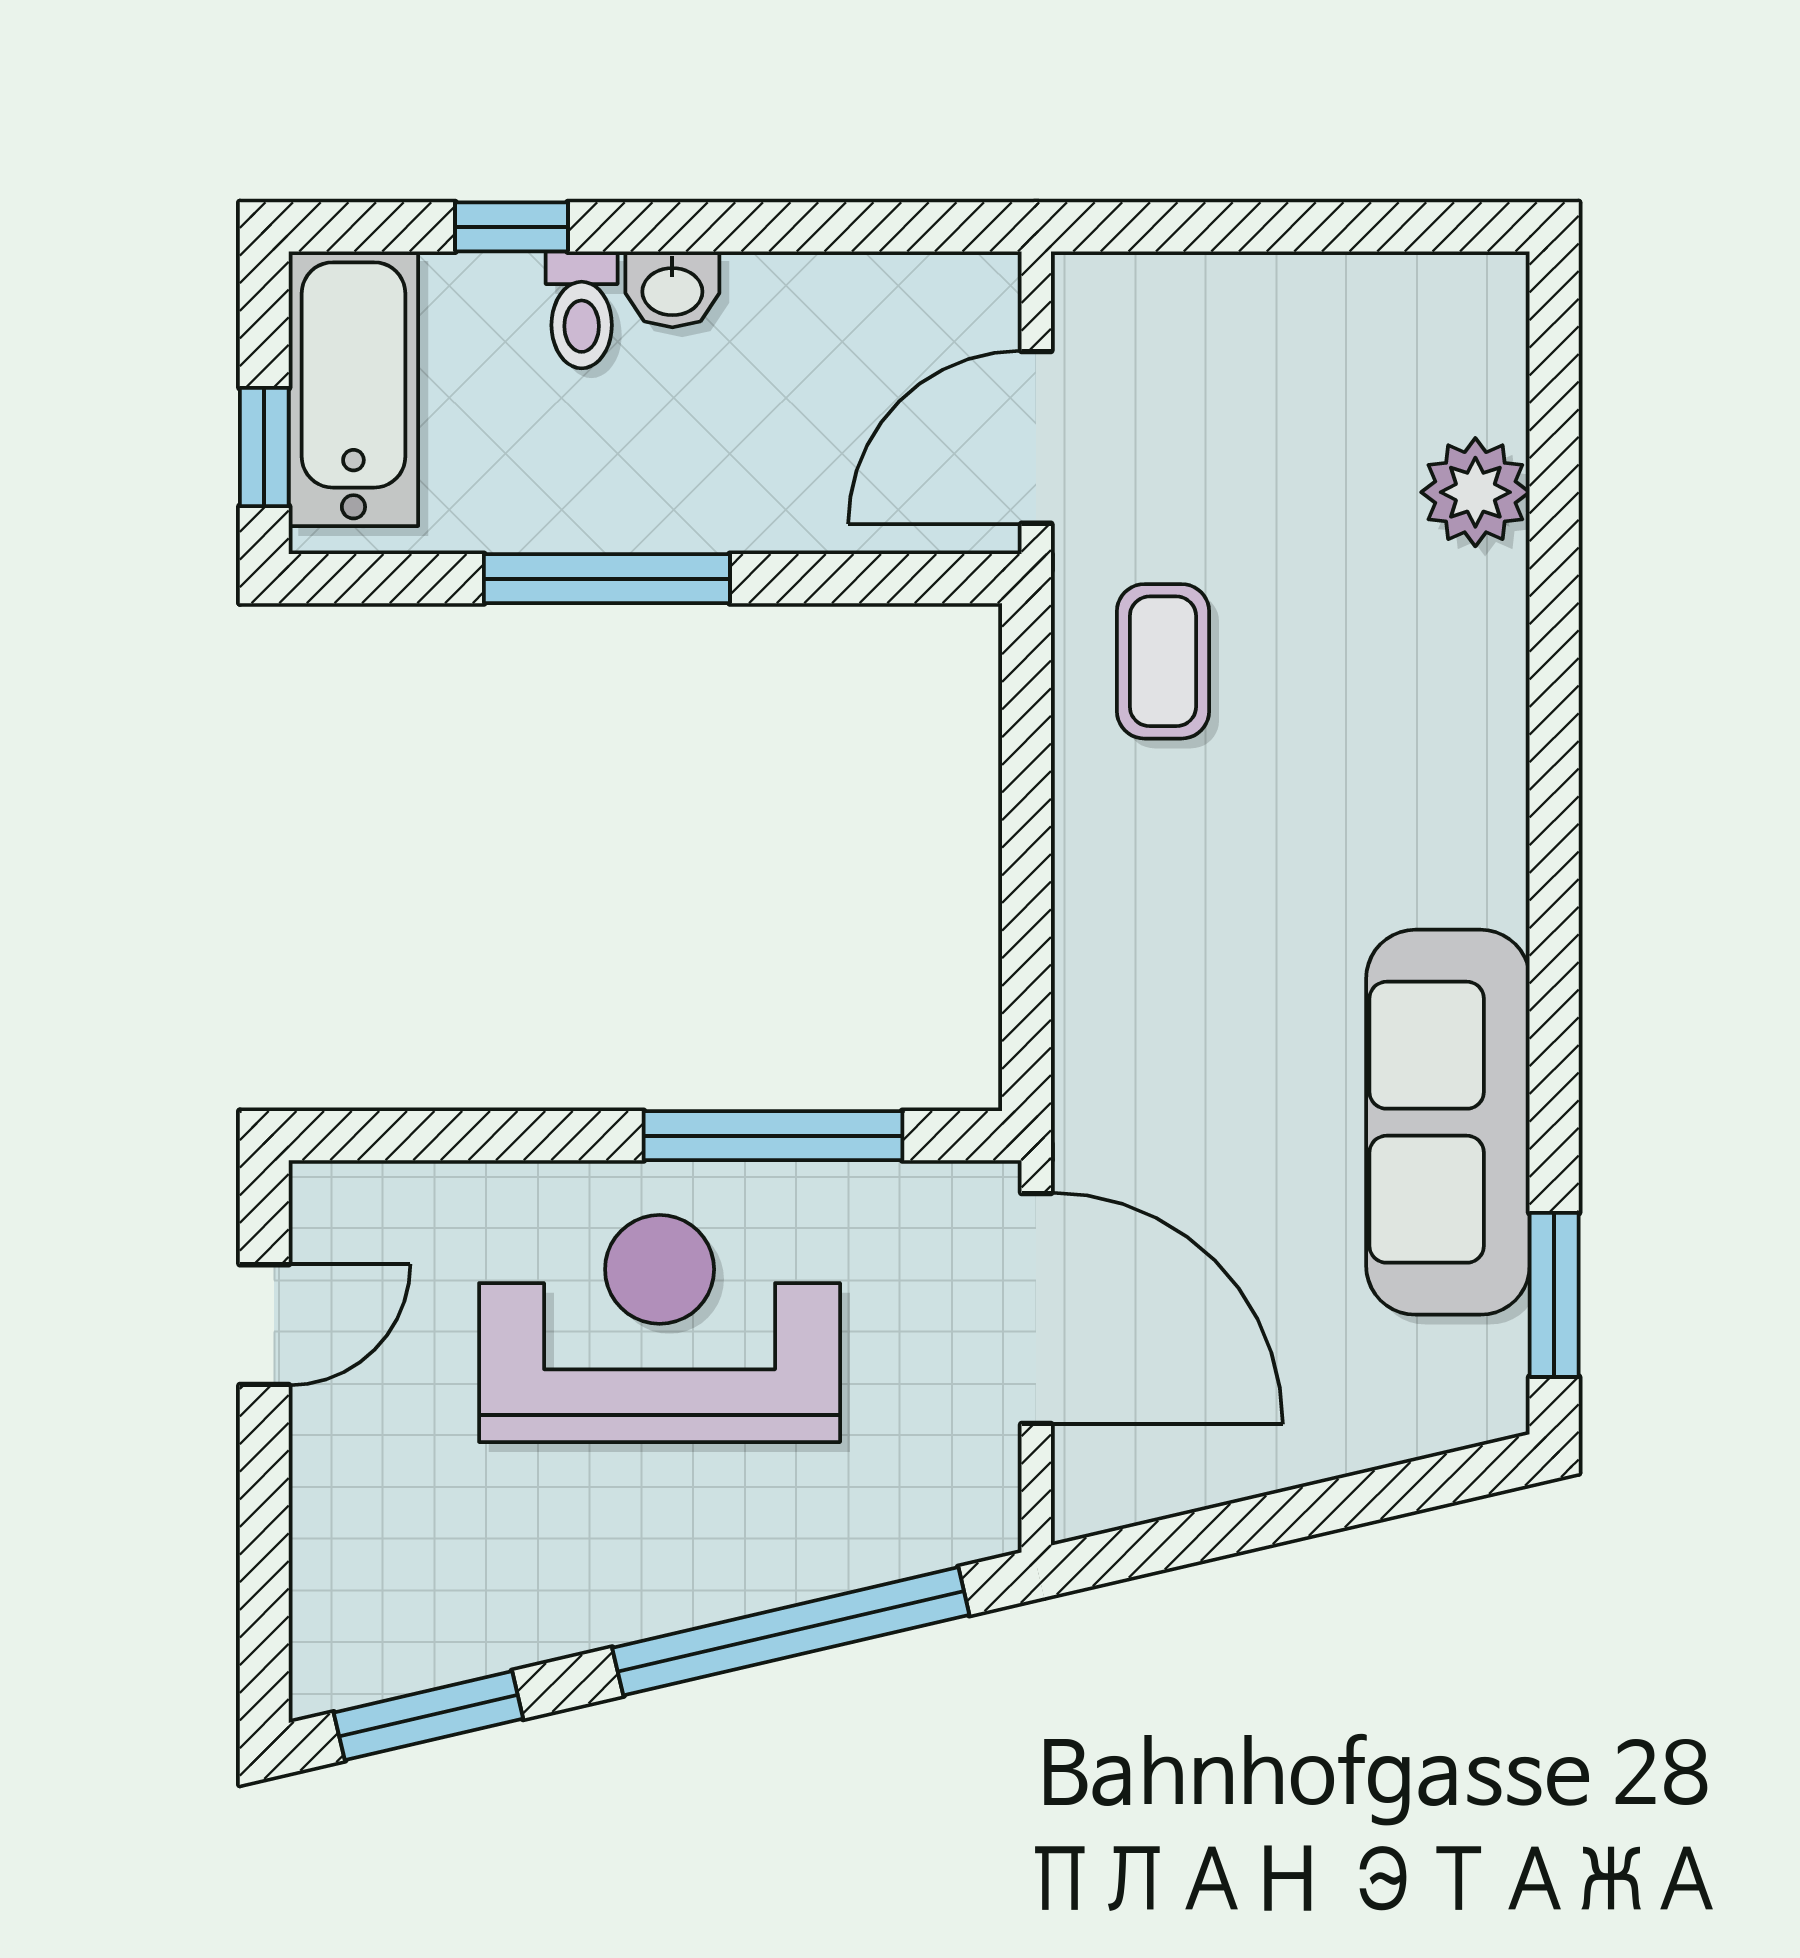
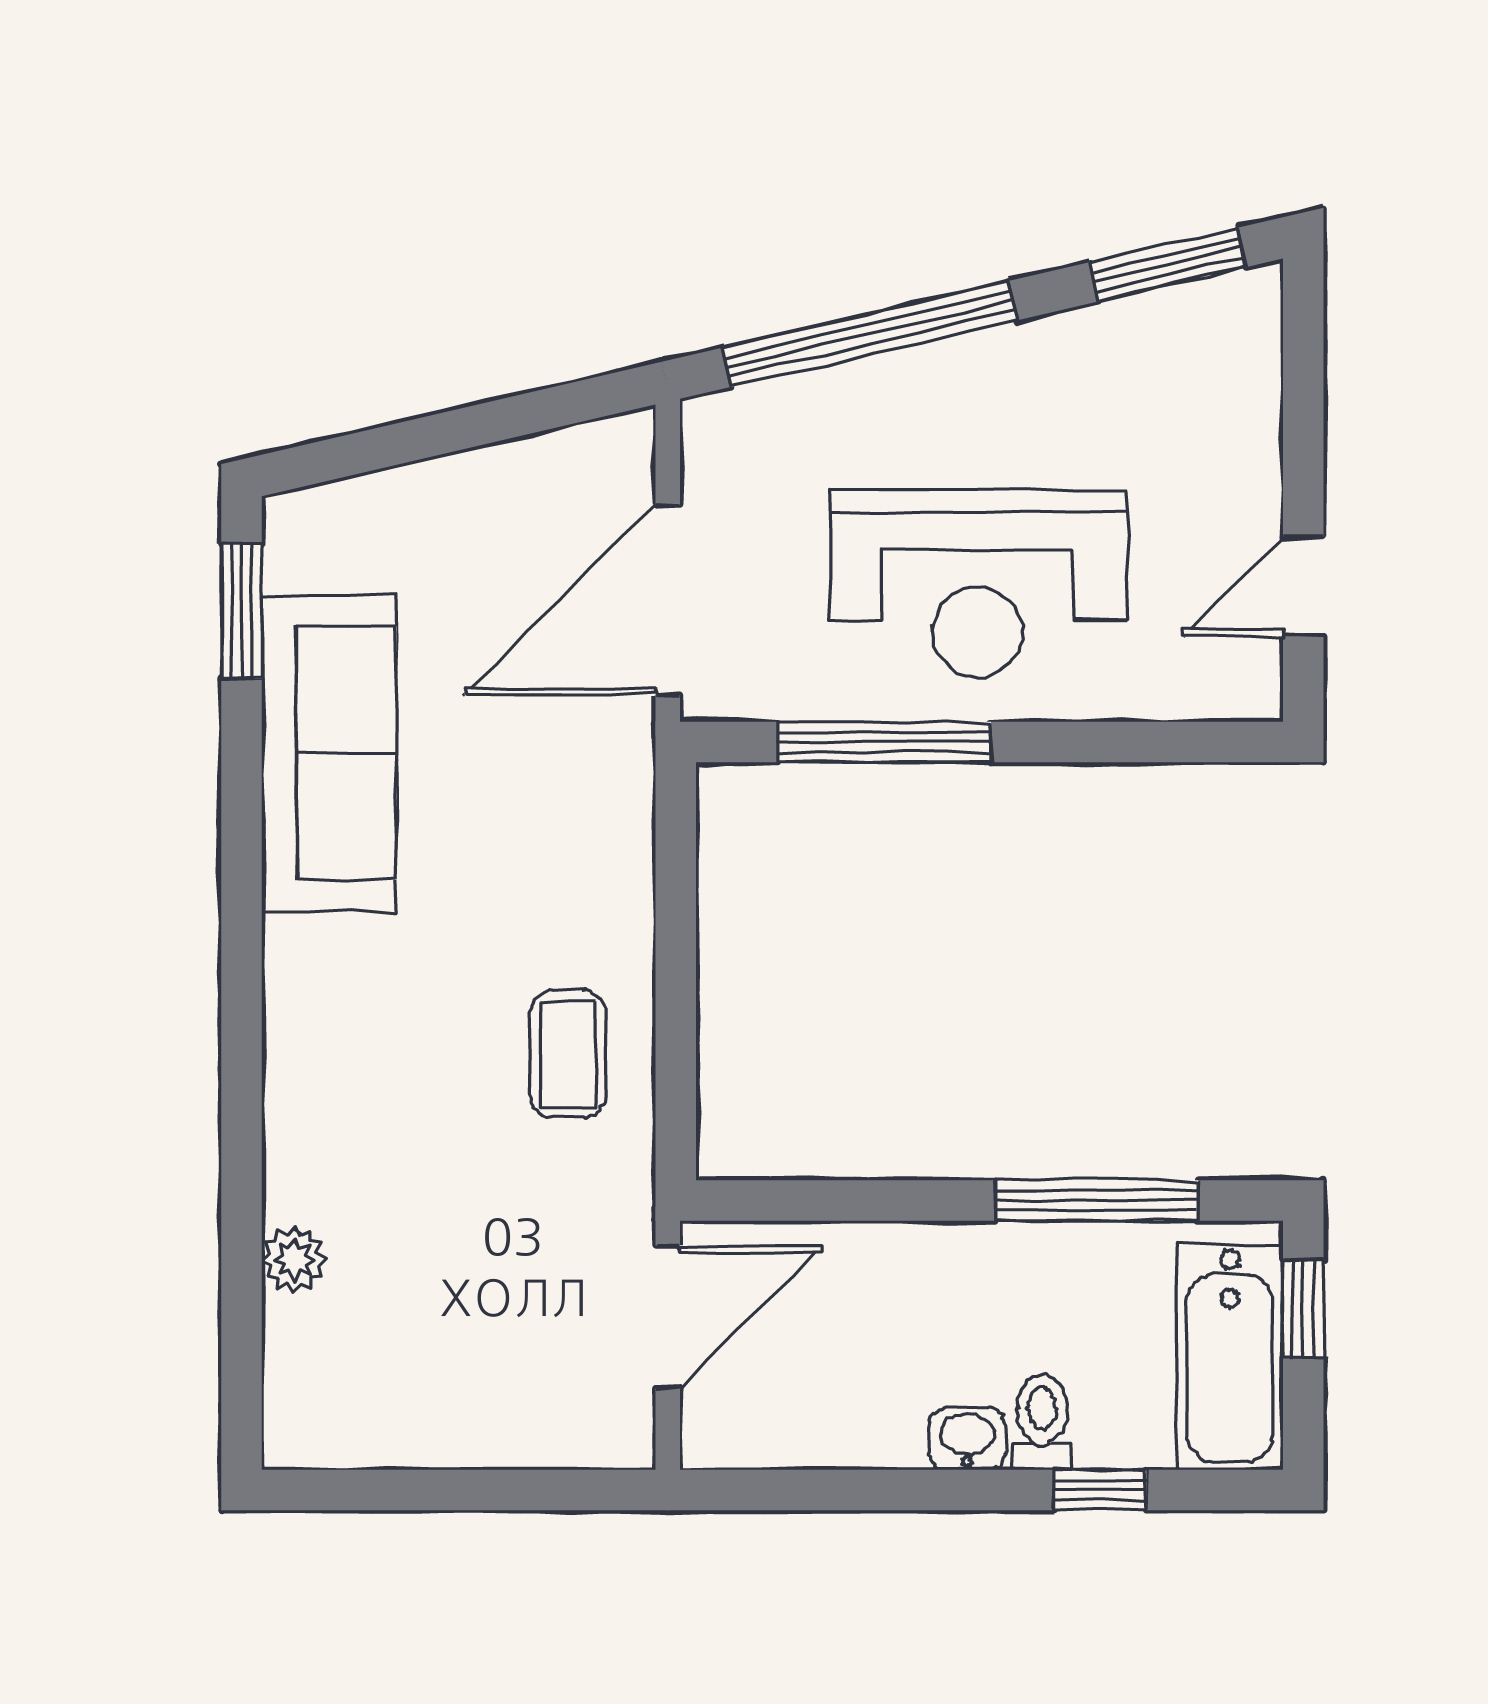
plant: (1475, 492) -> (294, 1259), width x0.73, depth x0.73
window: (607, 579) -> (1097, 1200), moved
coffee table: (1163, 661) -> (568, 1054), moved
door: (1036, 1308) -> (668, 600), hinge flipped

